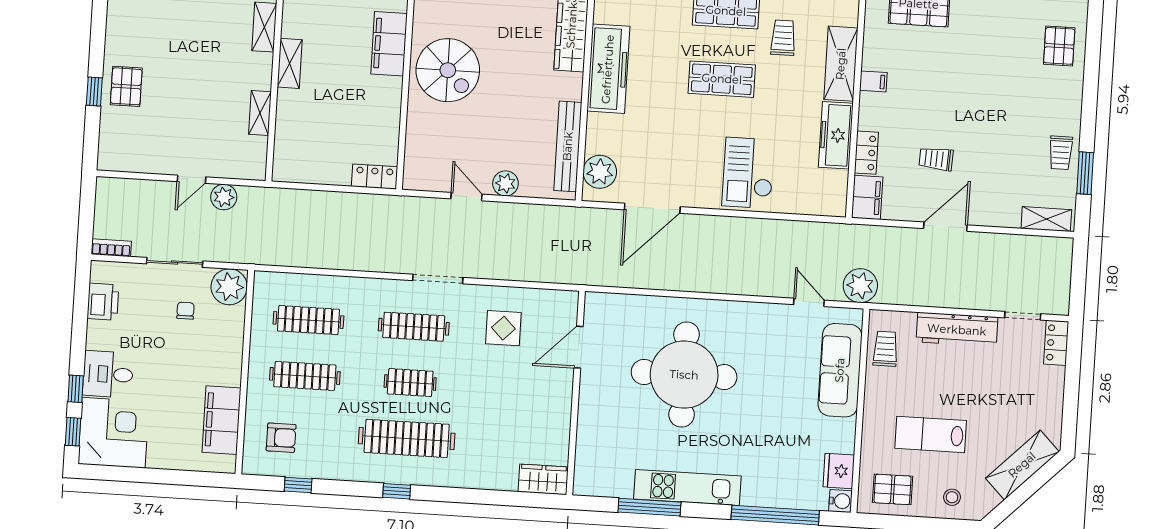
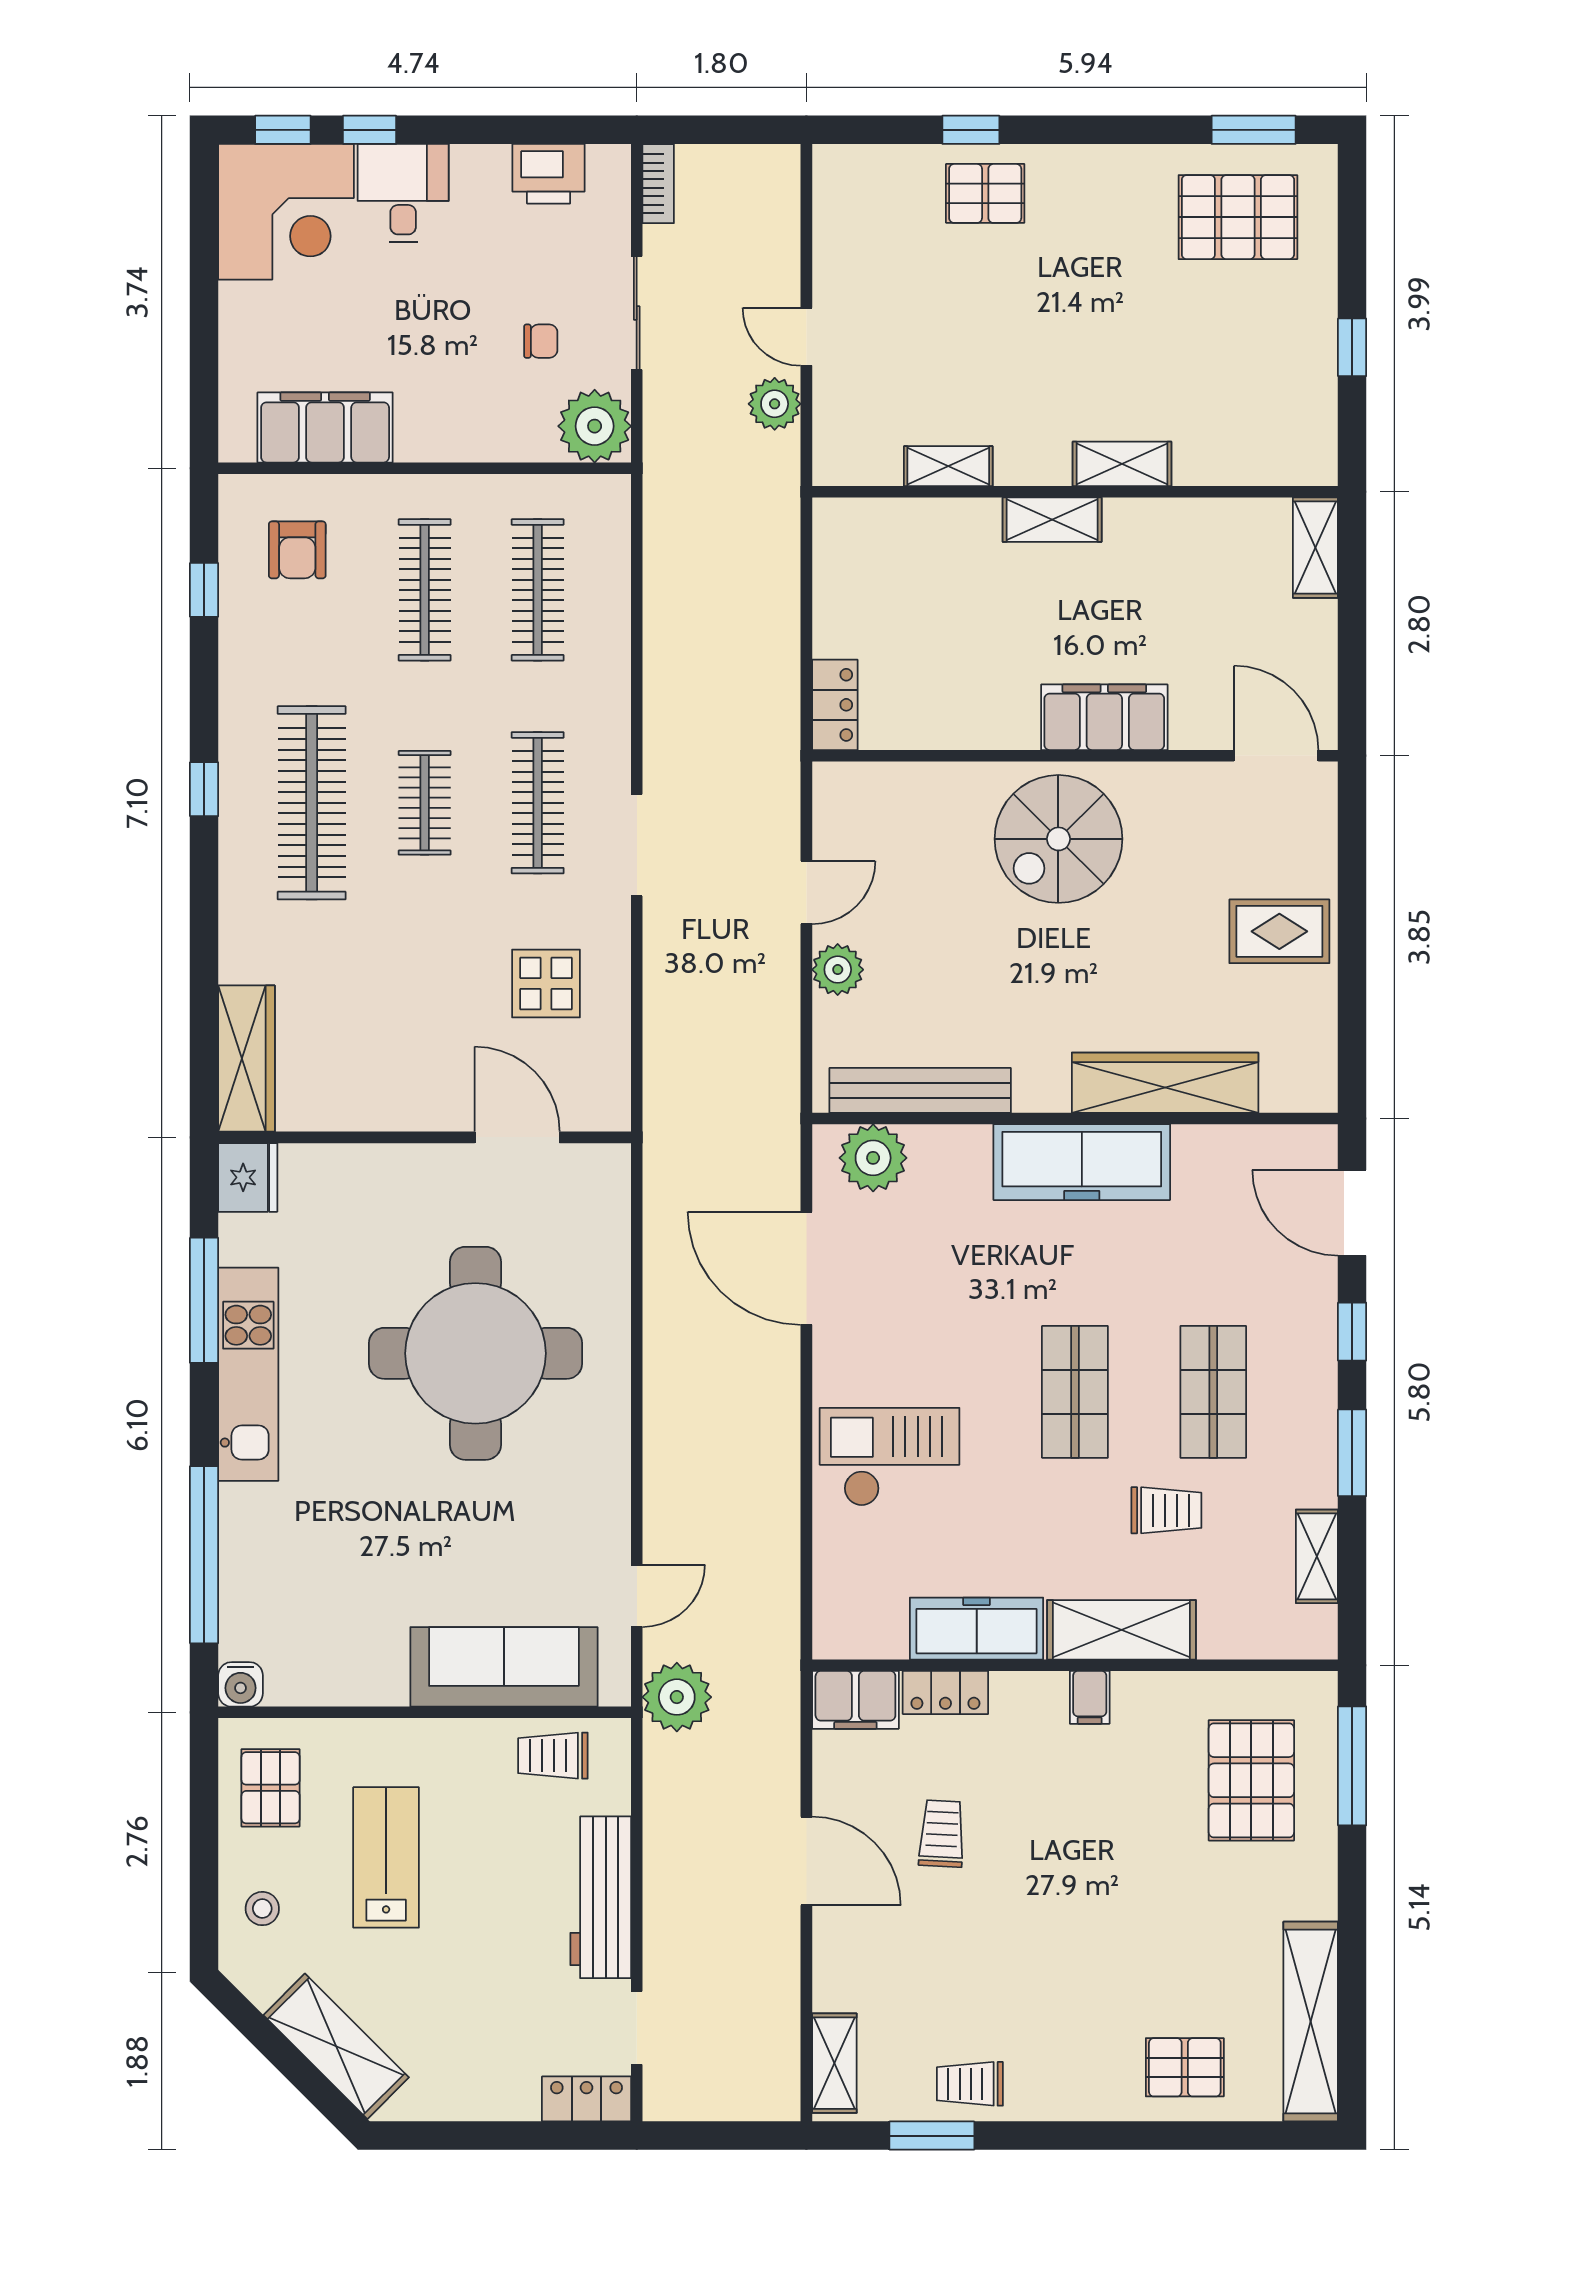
trolley: (885, 349) -> (553, 1756), turned 180
fridge: (839, 471) -> (248, 1177), moved, turned 90
wardrobe: (543, 479) -> (246, 1059), width x1.50

